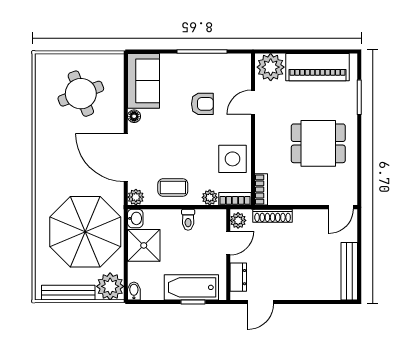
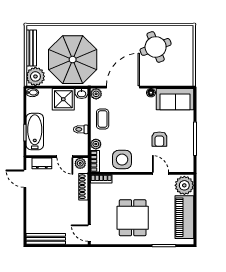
round table: (81, 94) -> (156, 47), moved

